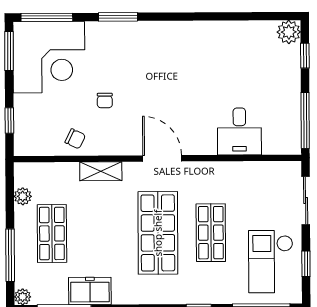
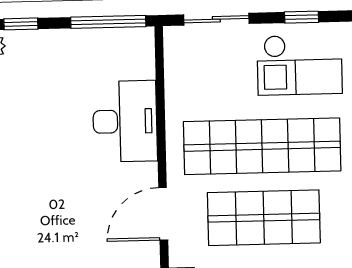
desk: (239, 131) -> (125, 121), width x1.37
shop shelf: (211, 233) -> (262, 146), width x2.00, depth x1.36

